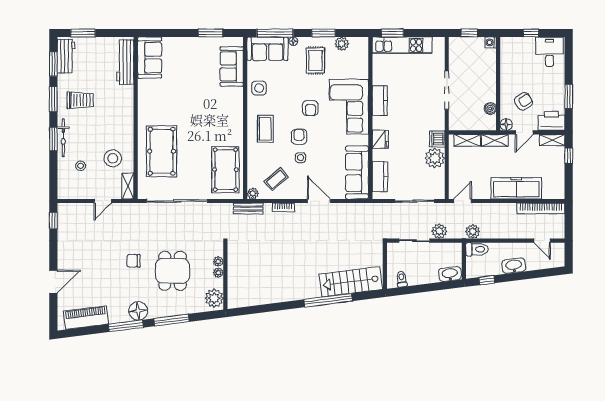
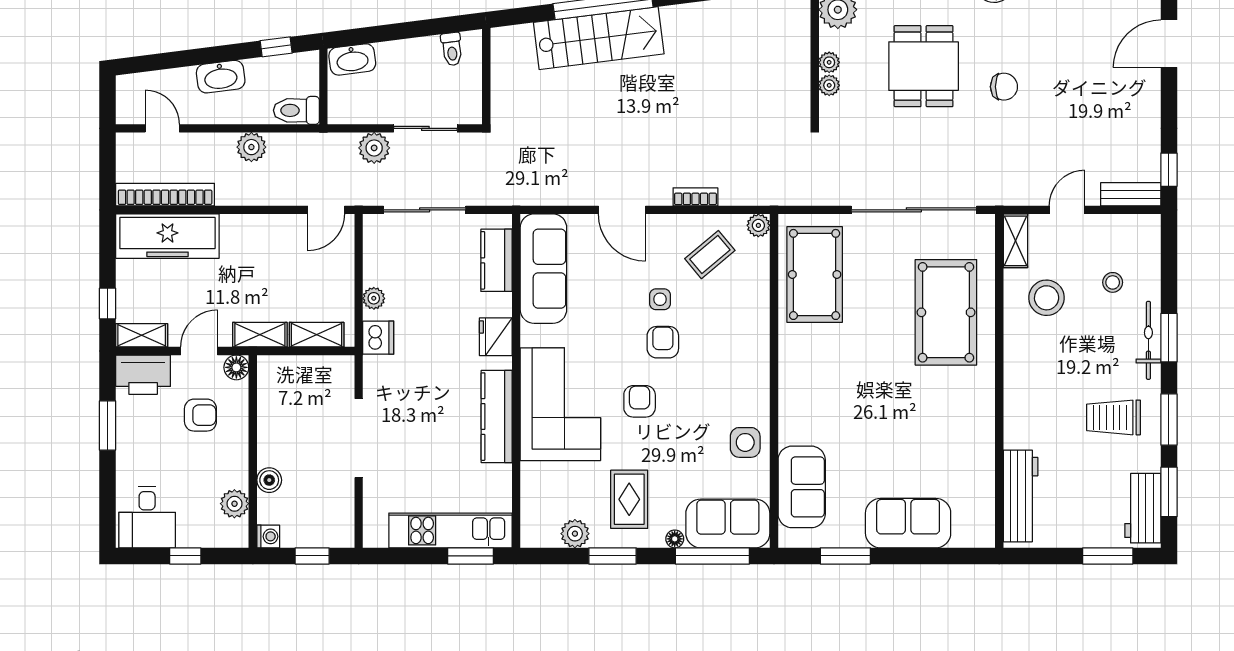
sofa: (150, 58) -> (908, 523), moved, turned 90
plant: (507, 58) -> (234, 504), added
kitchen counter: (380, 101) -> (497, 417), width x1.50
armchair: (524, 101) -> (200, 415), turned -147
boiler: (490, 108) -> (269, 480), moved
coffee table: (265, 129) -> (732, 359), removed
armchair: (299, 137) -> (663, 342), turned 180
plant: (435, 158) -> (374, 298), width x0.53, depth x0.53
freezer: (516, 188) -> (167, 236), moved
bench: (248, 209) -> (1131, 194), moved
plant: (473, 231) -> (251, 147), moved
stairs: (351, 282) -> (599, 38), moved

